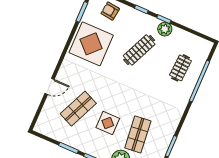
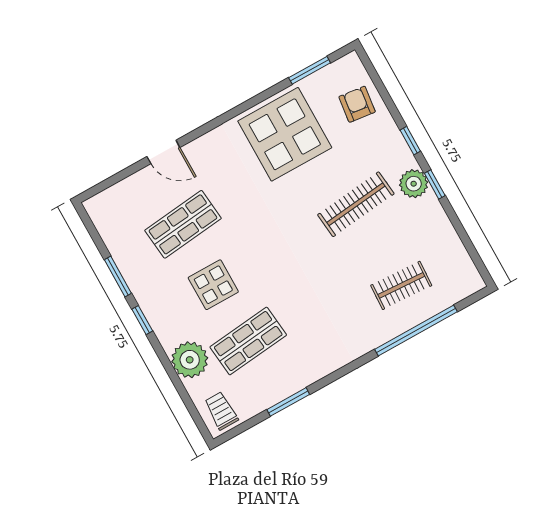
plant: (165, 29) -> (414, 184), moved
clothes rail: (139, 50) -> (356, 204), turned -30
shop shelf: (78, 109) -> (183, 224), turned -30

